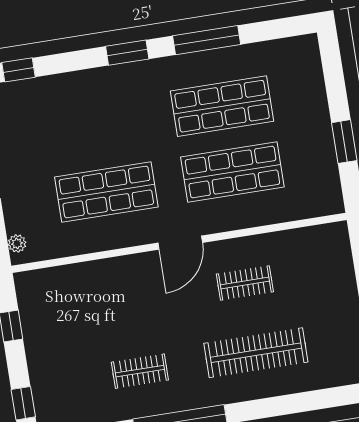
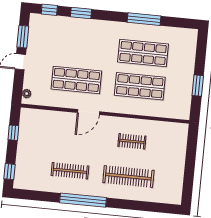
window: (127, 53) -> (81, 13), moved
door: (180, 243) -> (88, 112), moved
clothes rail: (140, 371) -> (70, 171), width x1.36

